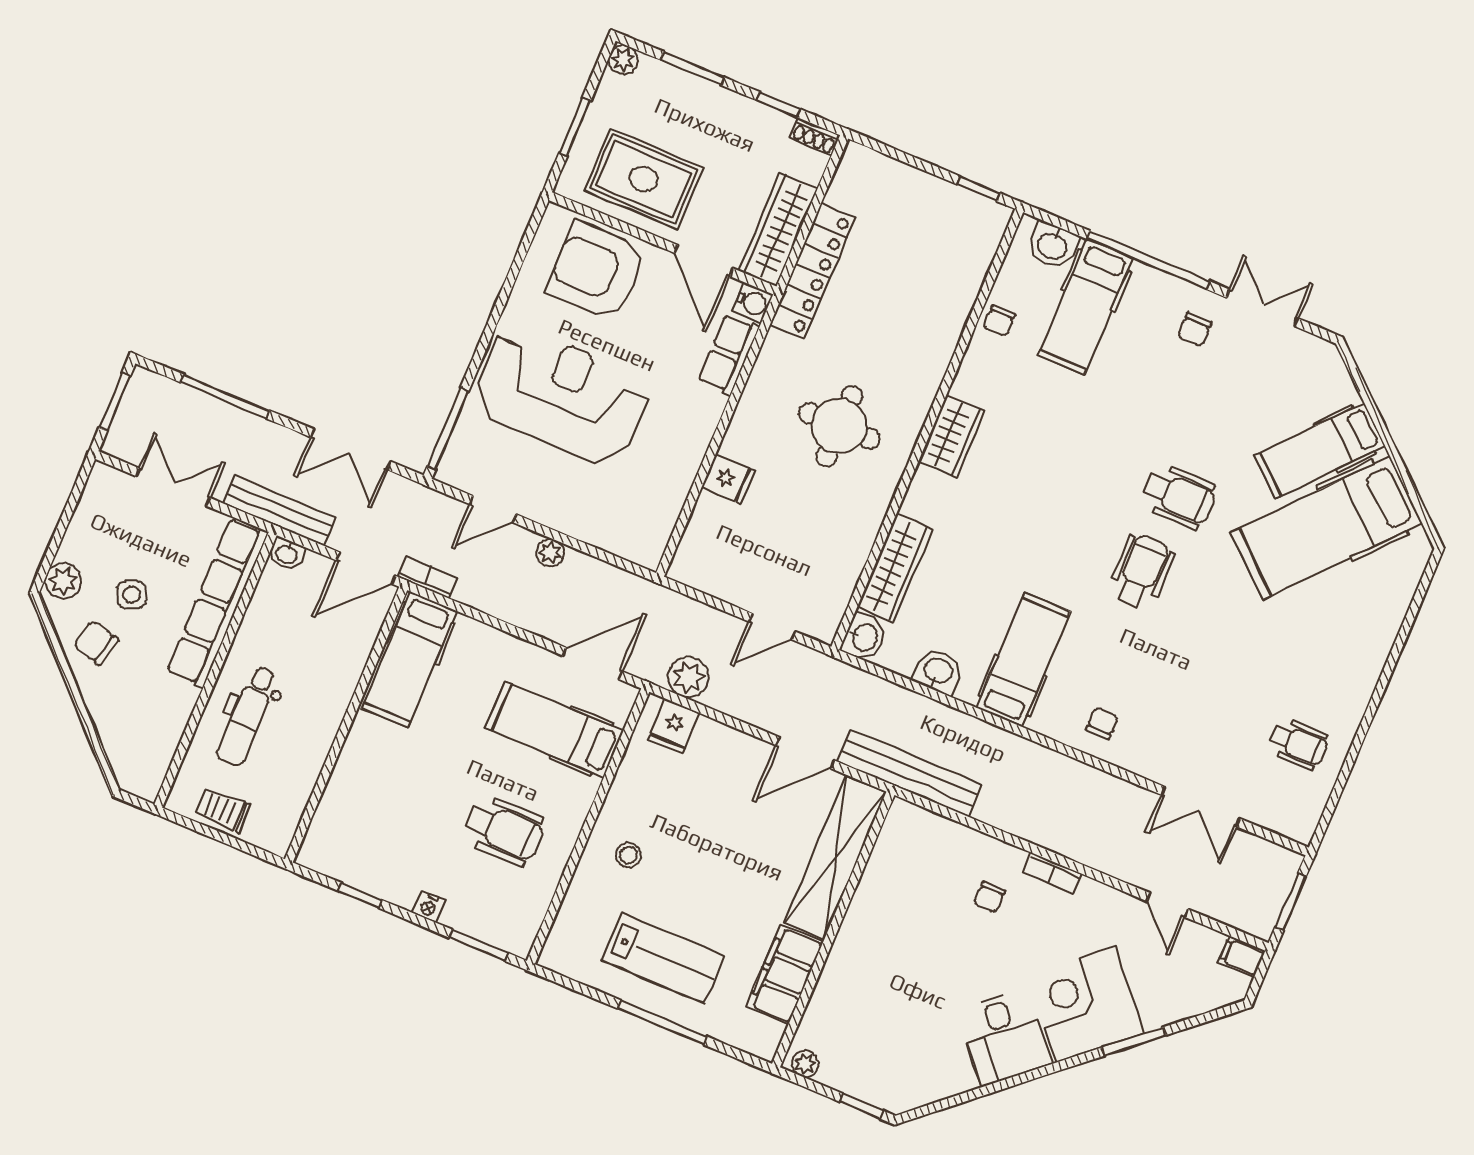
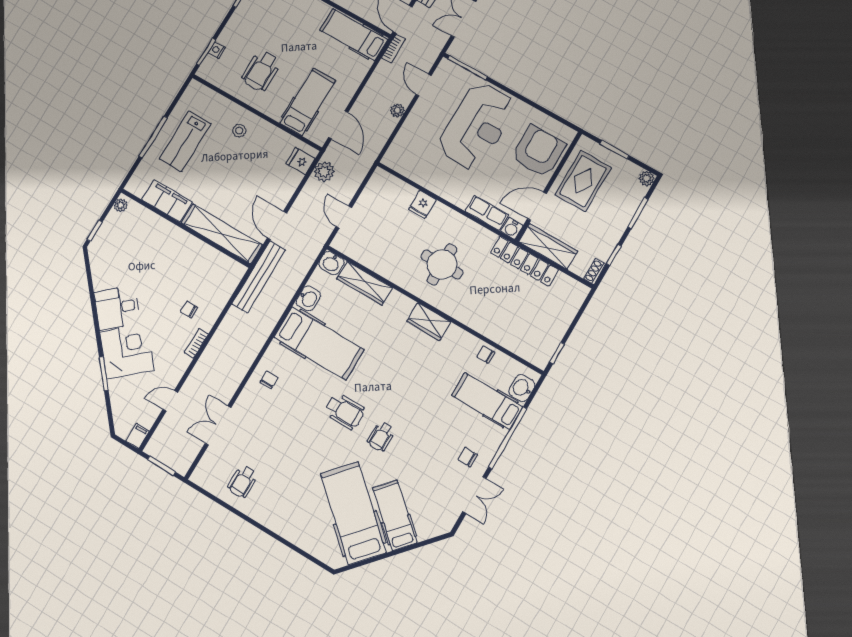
wheelchair: (1179, 496) -> (381, 436), width x0.73, depth x0.73
hospital bed: (1023, 660) -> (319, 343), width x1.37, depth x1.29
chair: (1102, 723) -> (269, 380), turned -90
nightstand: (429, 907) -> (217, 50), moved

